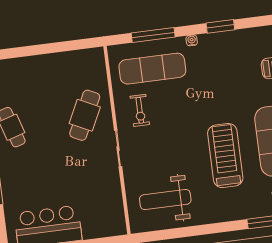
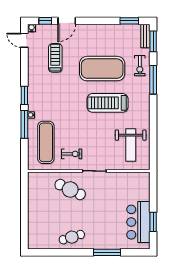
window: (153, 35) -> (24, 124), moved

